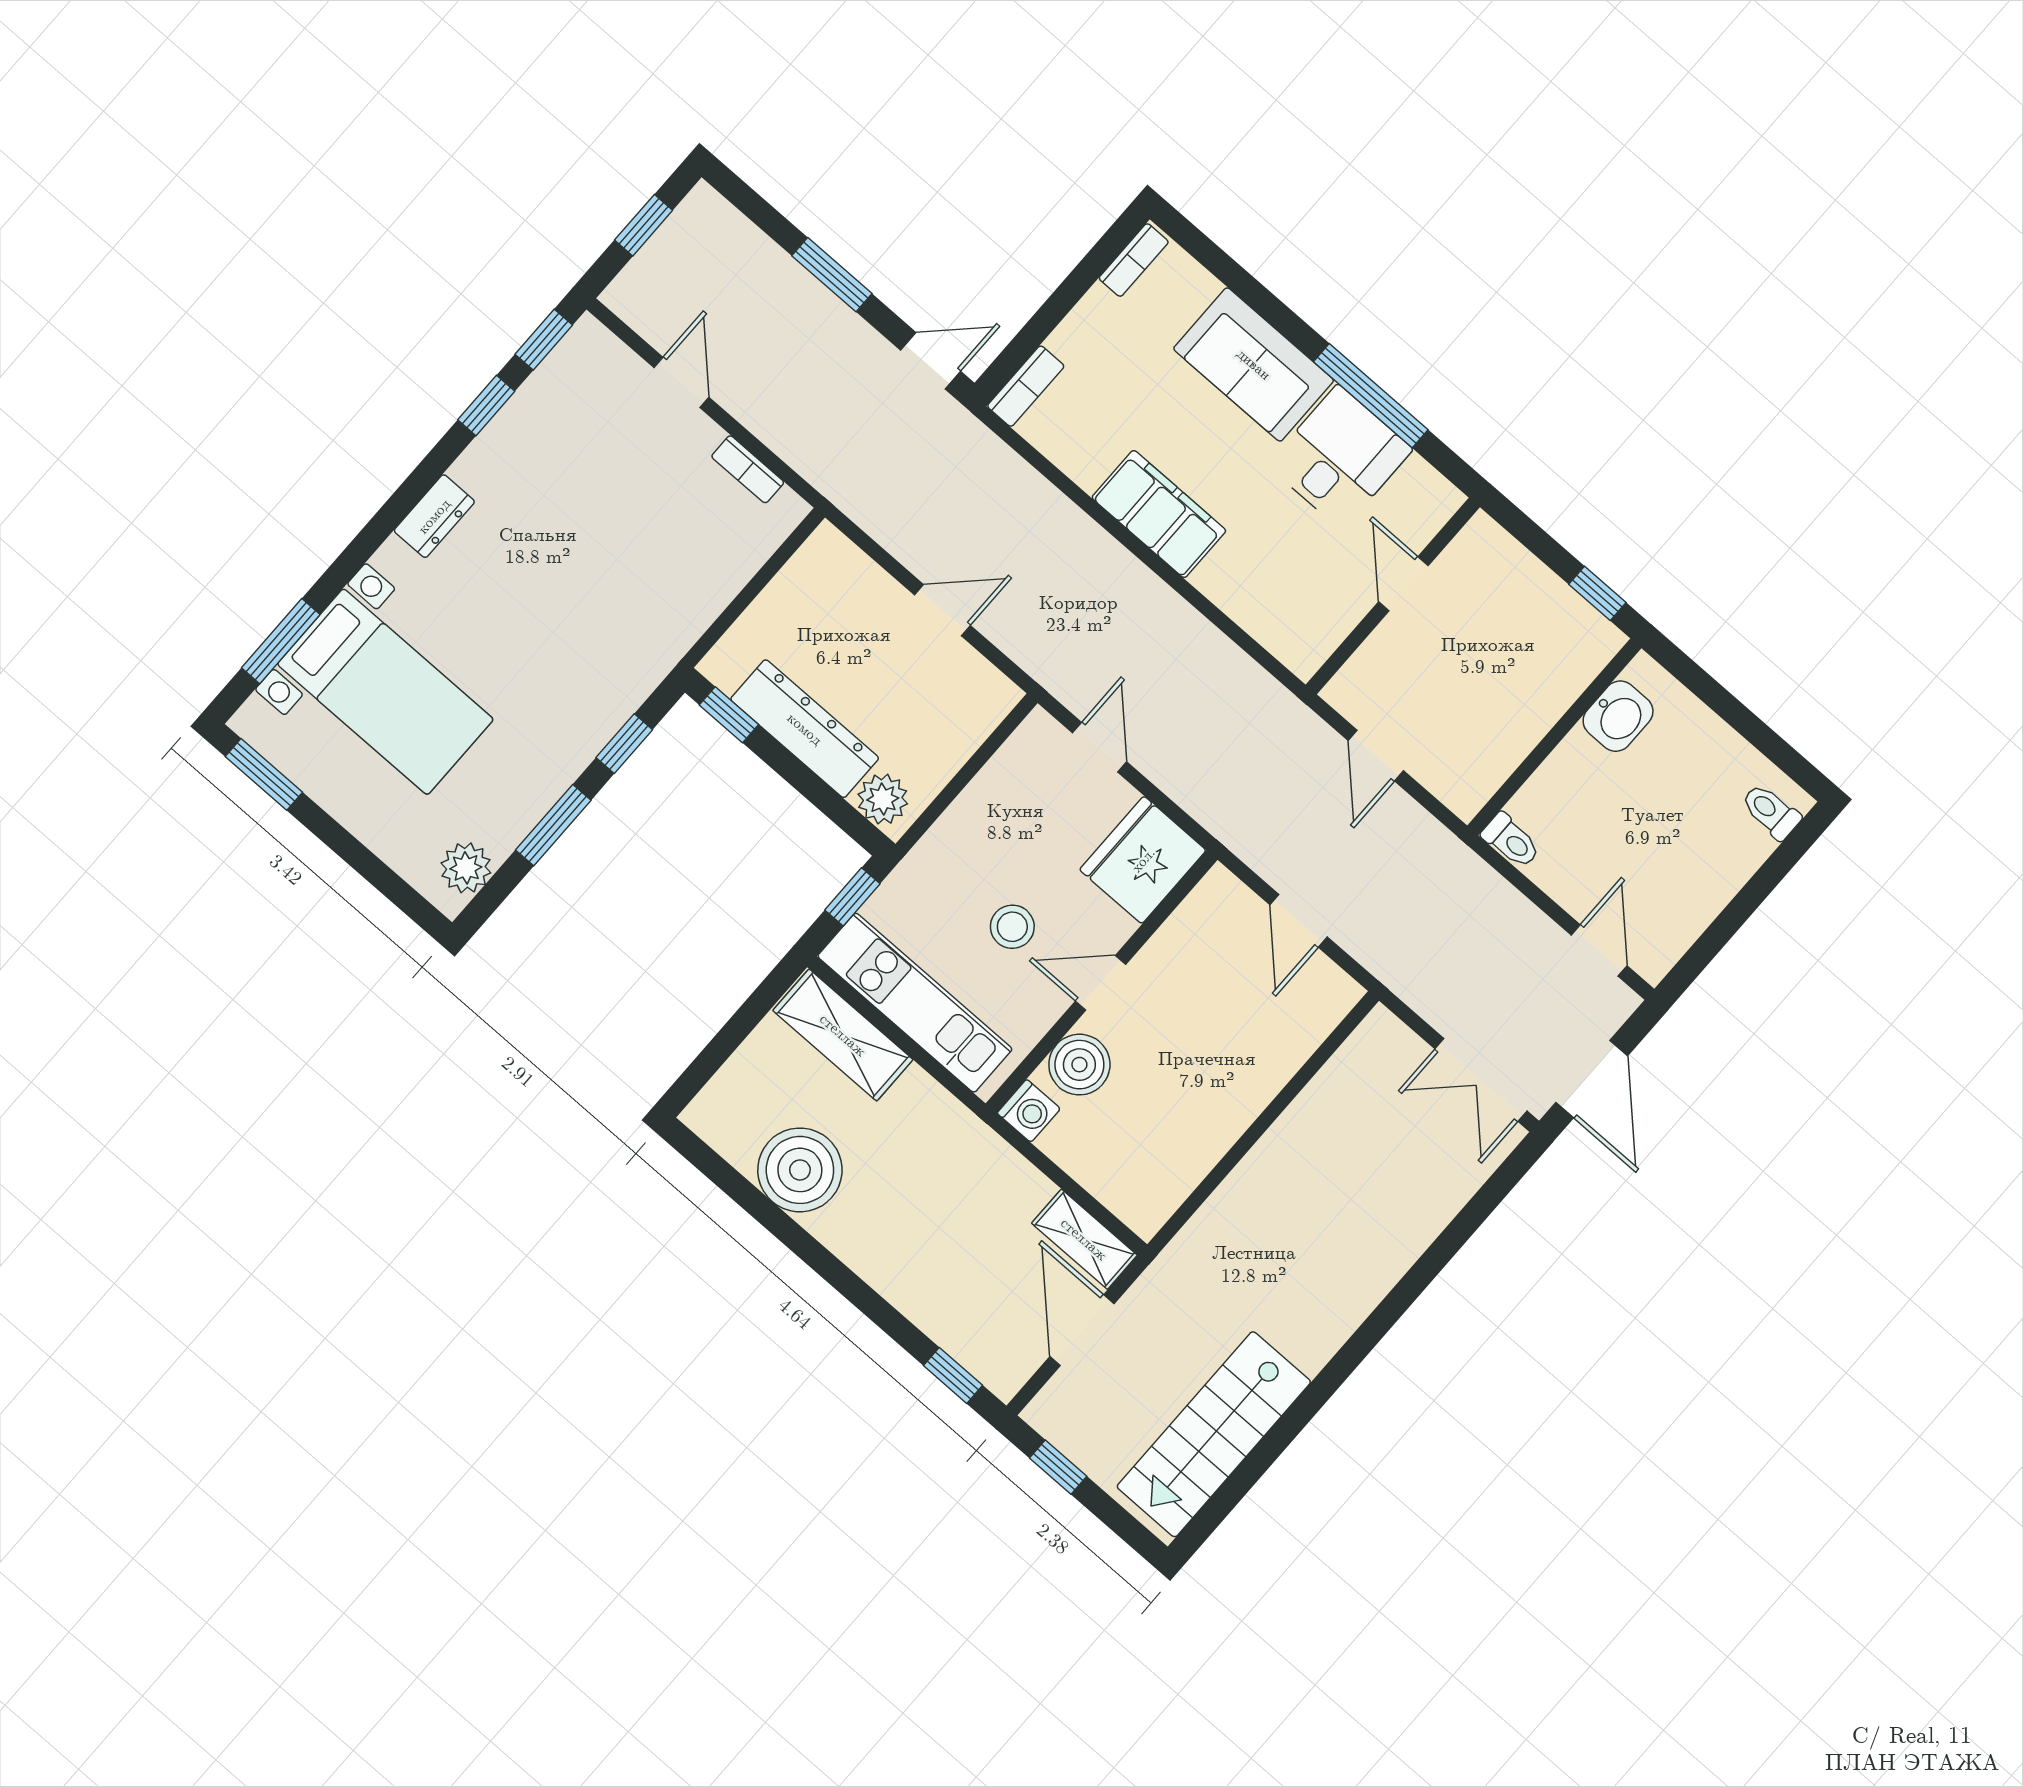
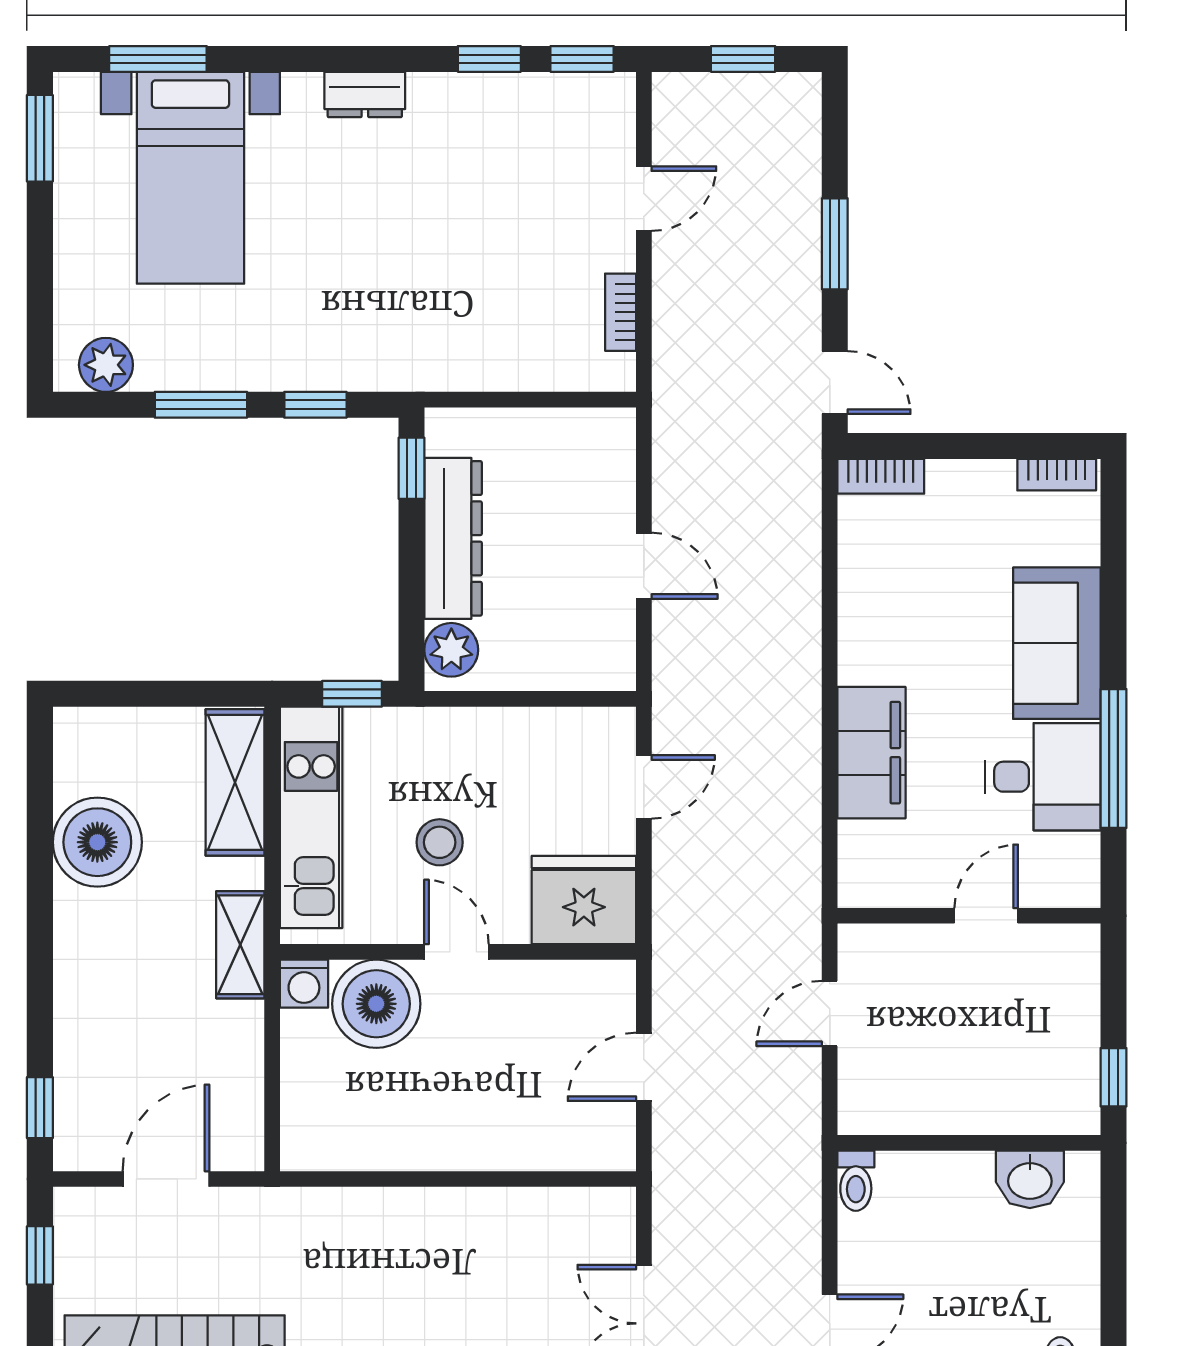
filing cabinet: (1159, 514) -> (871, 753), moved
boiler: (1079, 1065) -> (376, 1004), width x1.37, depth x1.37
shelving: (1084, 1239) -> (240, 945), moved

